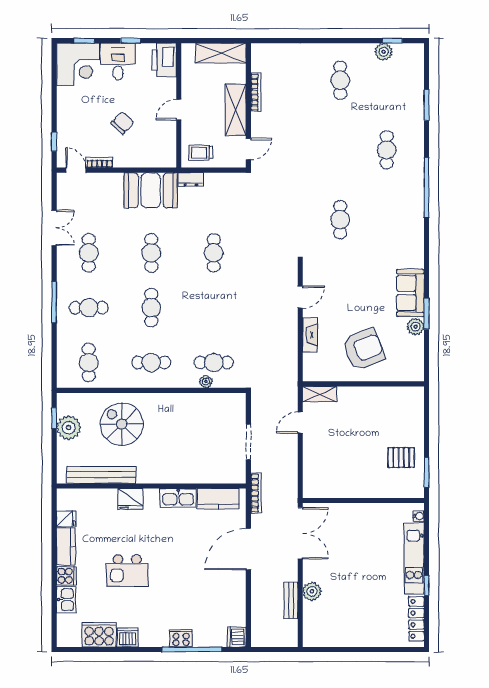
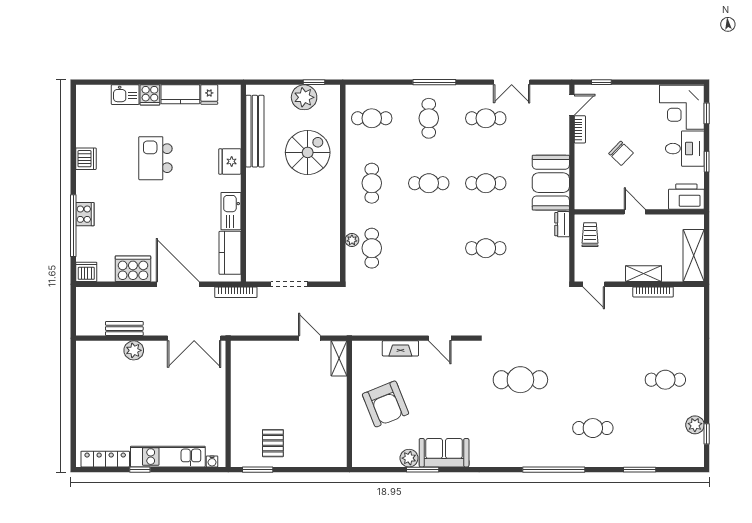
shelving: (236, 110) -> (644, 274), width x0.67, depth x0.75
cafe table: (340, 220) -> (520, 380), width x1.37, depth x1.35
cooker: (99, 635) -> (133, 269), moved, turned -90

